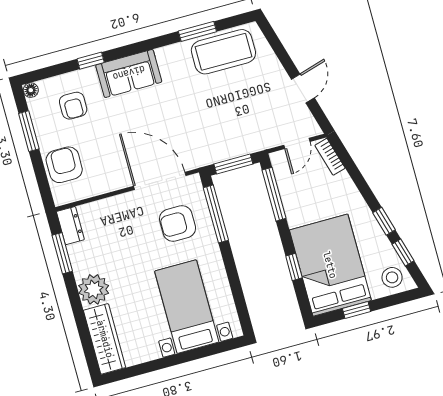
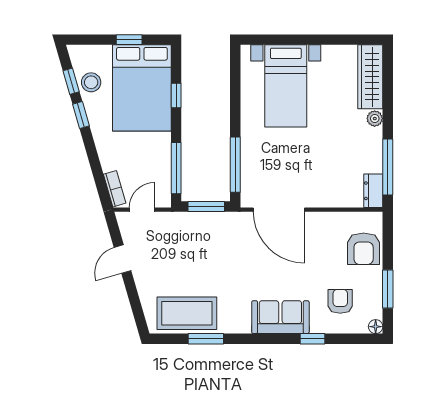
armchair: (177, 223) -> (273, 165), removed
window: (62, 253) -> (388, 167), width x1.44
stool: (392, 277) -> (91, 82), moved
plant: (94, 289) -> (375, 119), width x0.53, depth x0.53

